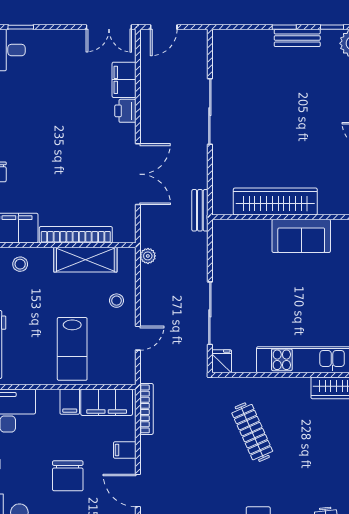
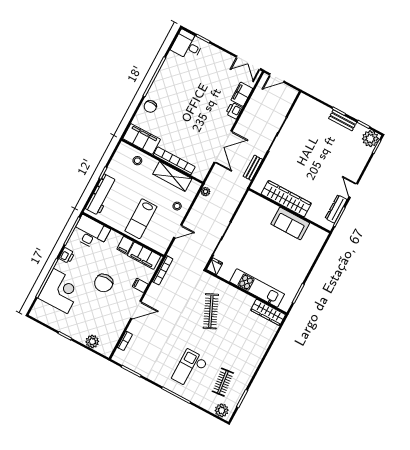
bench: (200, 210) -> (253, 168), moved
door: (138, 490) -> (136, 310), swing flipped

